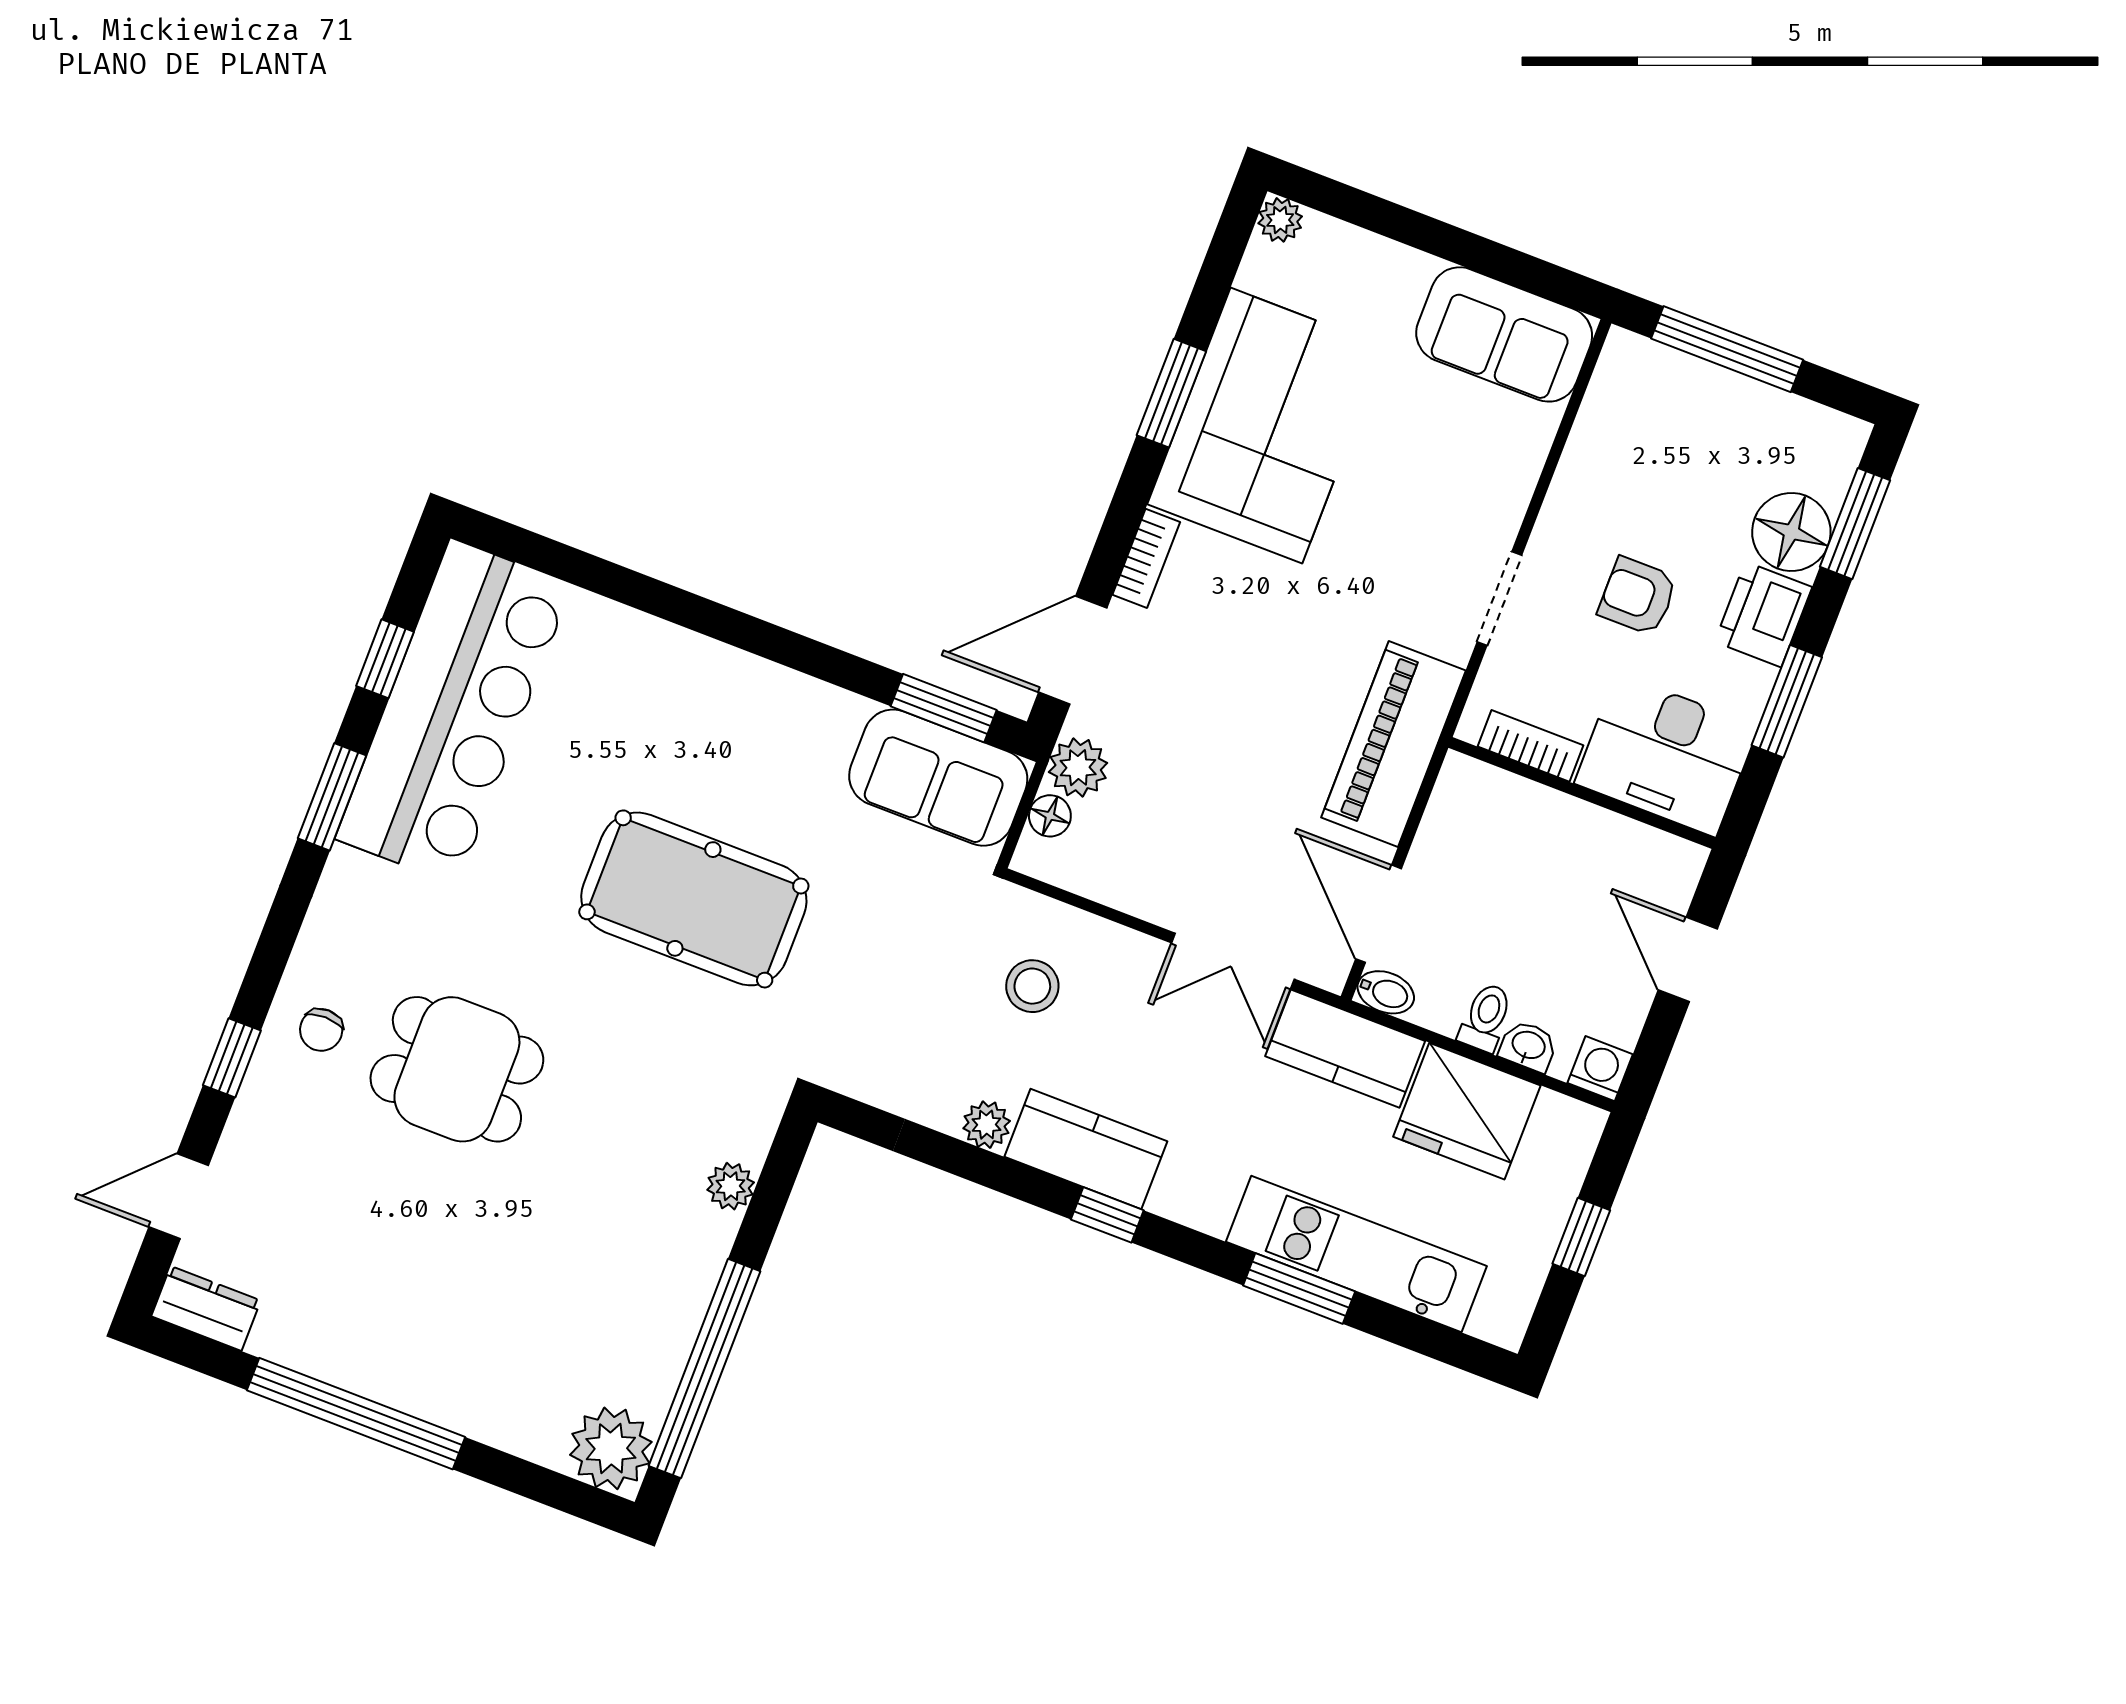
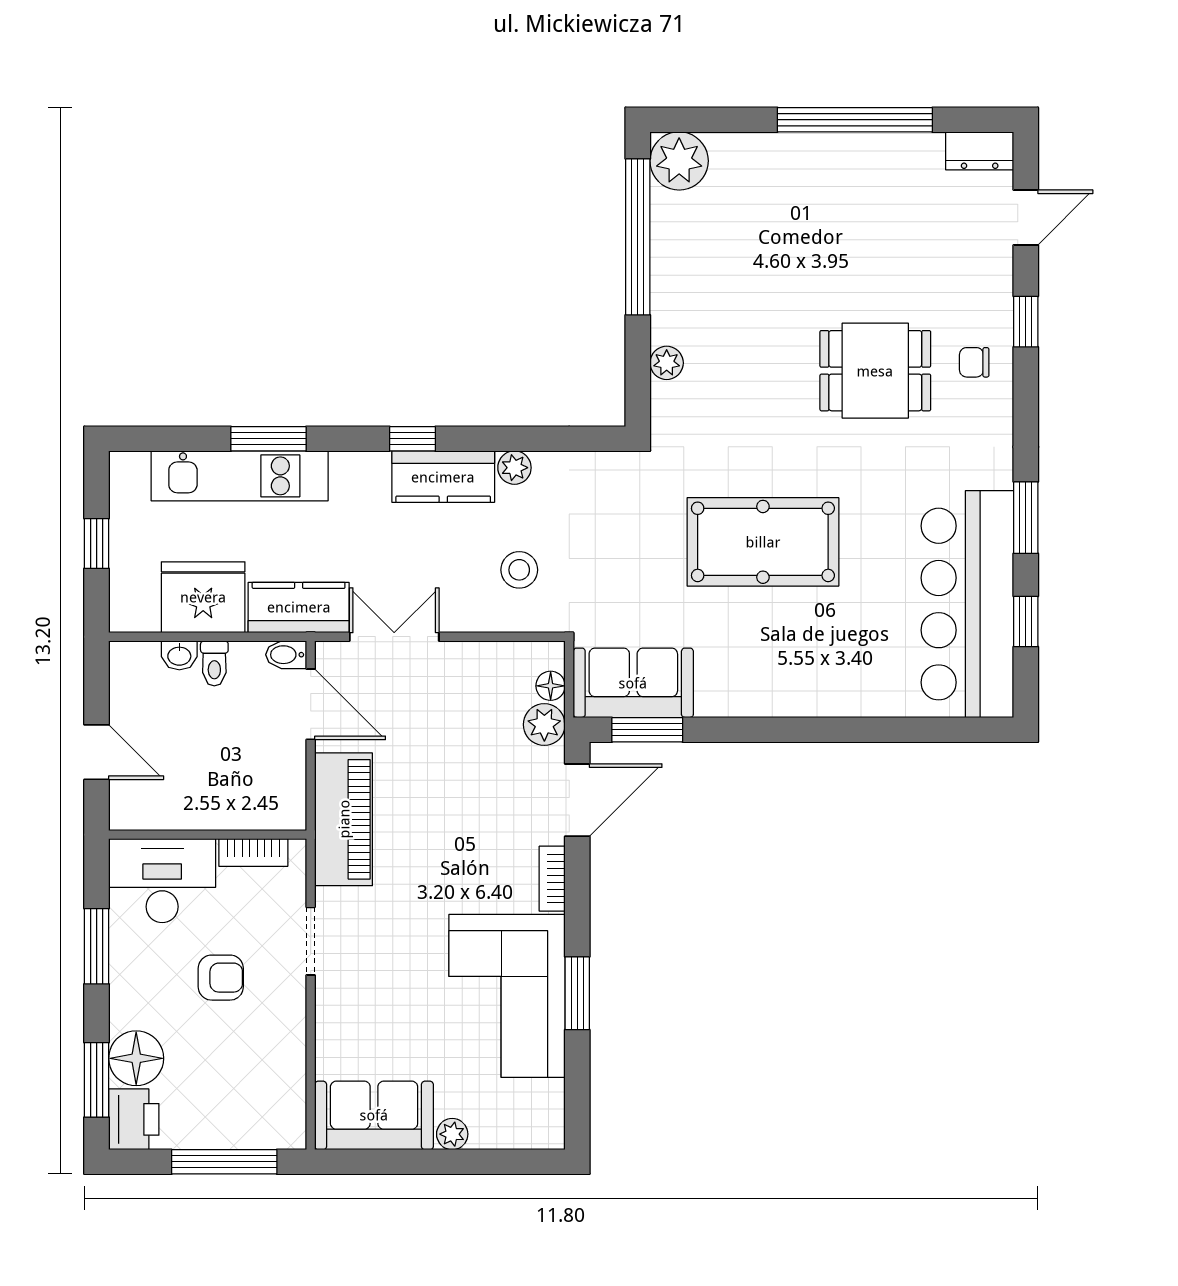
plant: (1280, 220) -> (452, 1134), moved
printer: (1763, 614) -> (134, 1119), moved
chair: (321, 1030) -> (974, 362), turned -90
washing machine: (1600, 1069) -> (127, 659), removed

